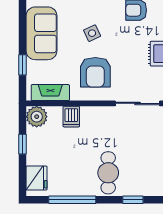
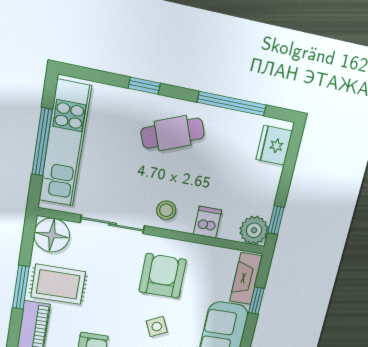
fireplace: (50, 93) -> (246, 279), moved, turned 90
stool: (102, 120) -> (166, 210), added
window: (23, 144) -> (276, 220), moved
cafe table: (108, 173) -> (173, 133), turned 69

